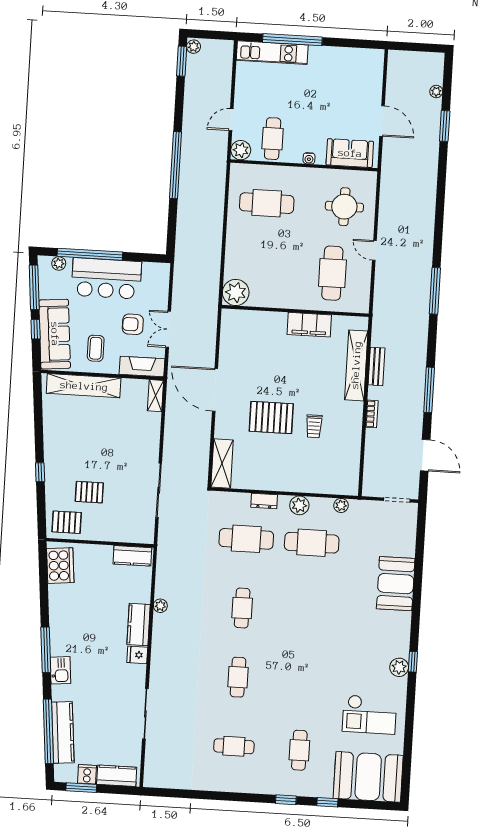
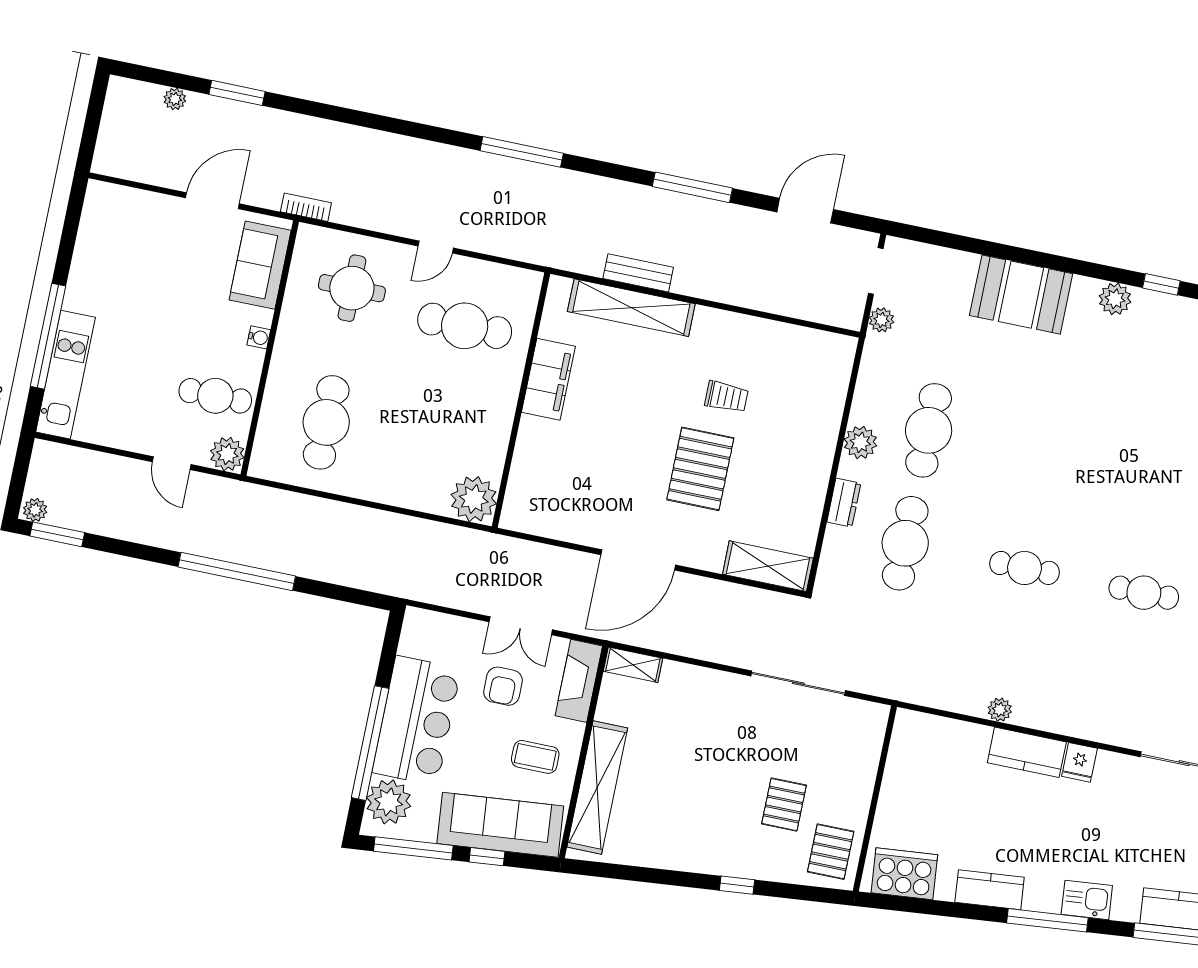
plant: (59, 263) -> (389, 802), width x1.87, depth x1.87
bookcase: (372, 414) -> (306, 207), moved
plant: (341, 505) -> (881, 320), moved
kitchen counter: (132, 556) -> (990, 890), moved, turned -95
plant: (399, 667) -> (1115, 299), moved

